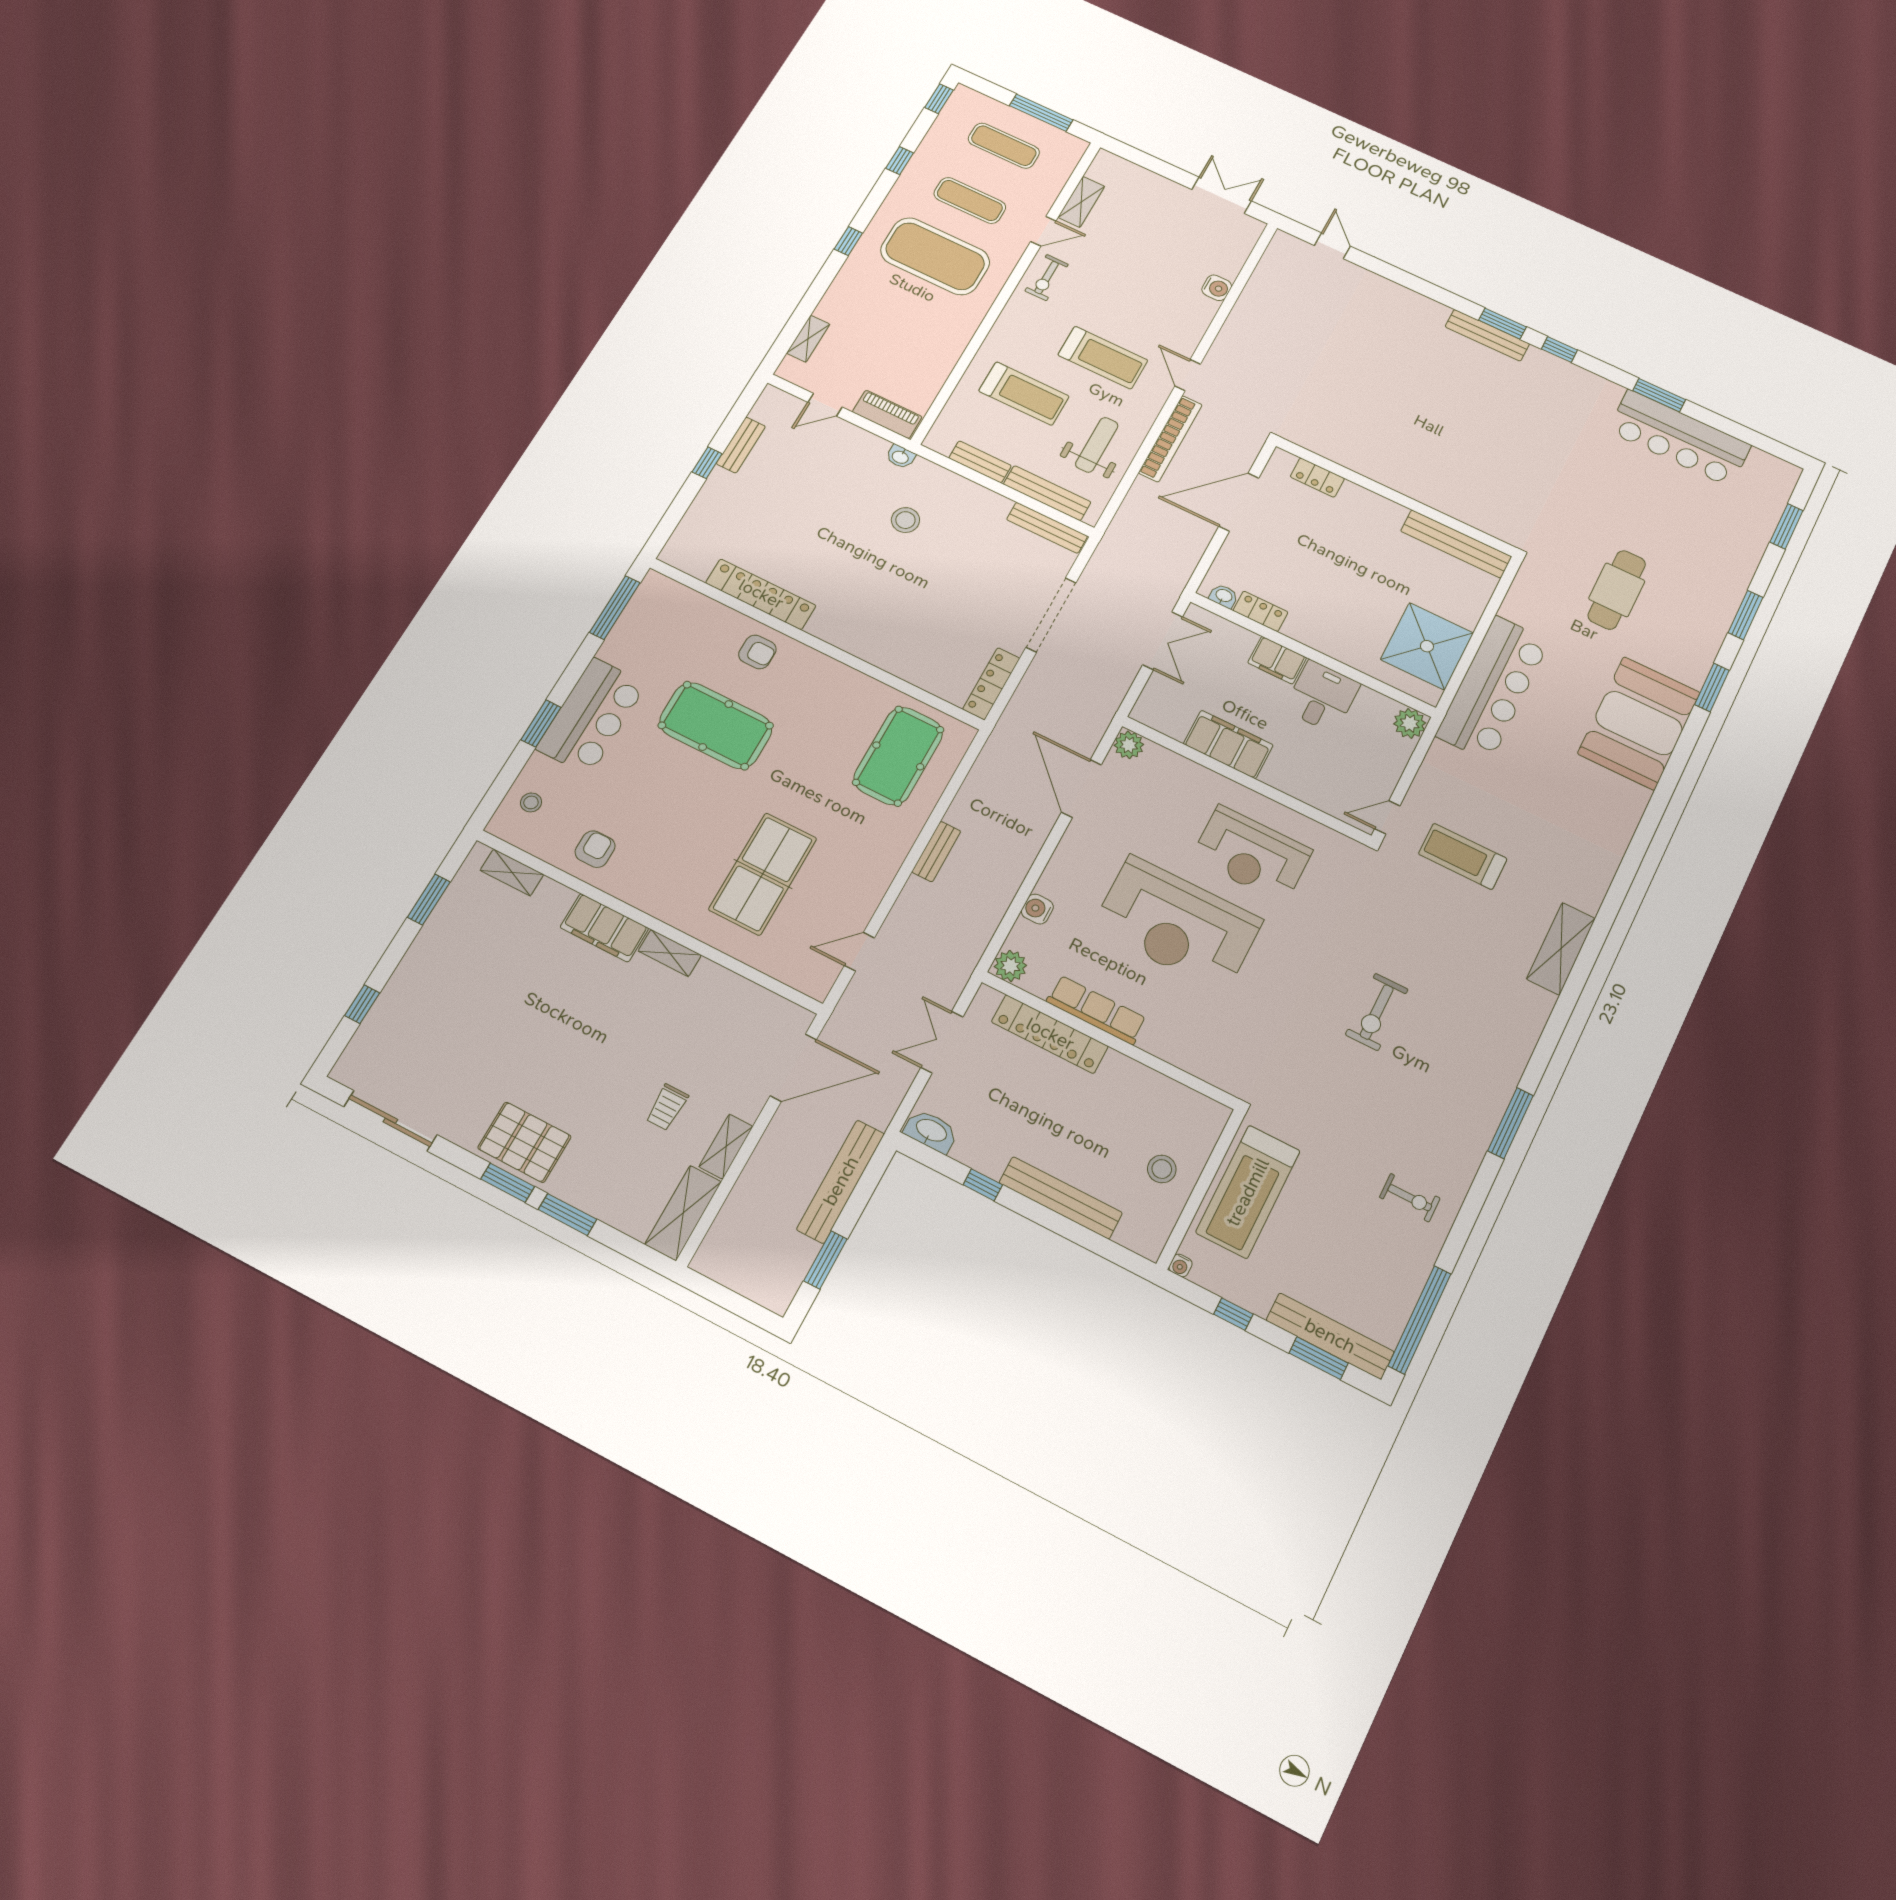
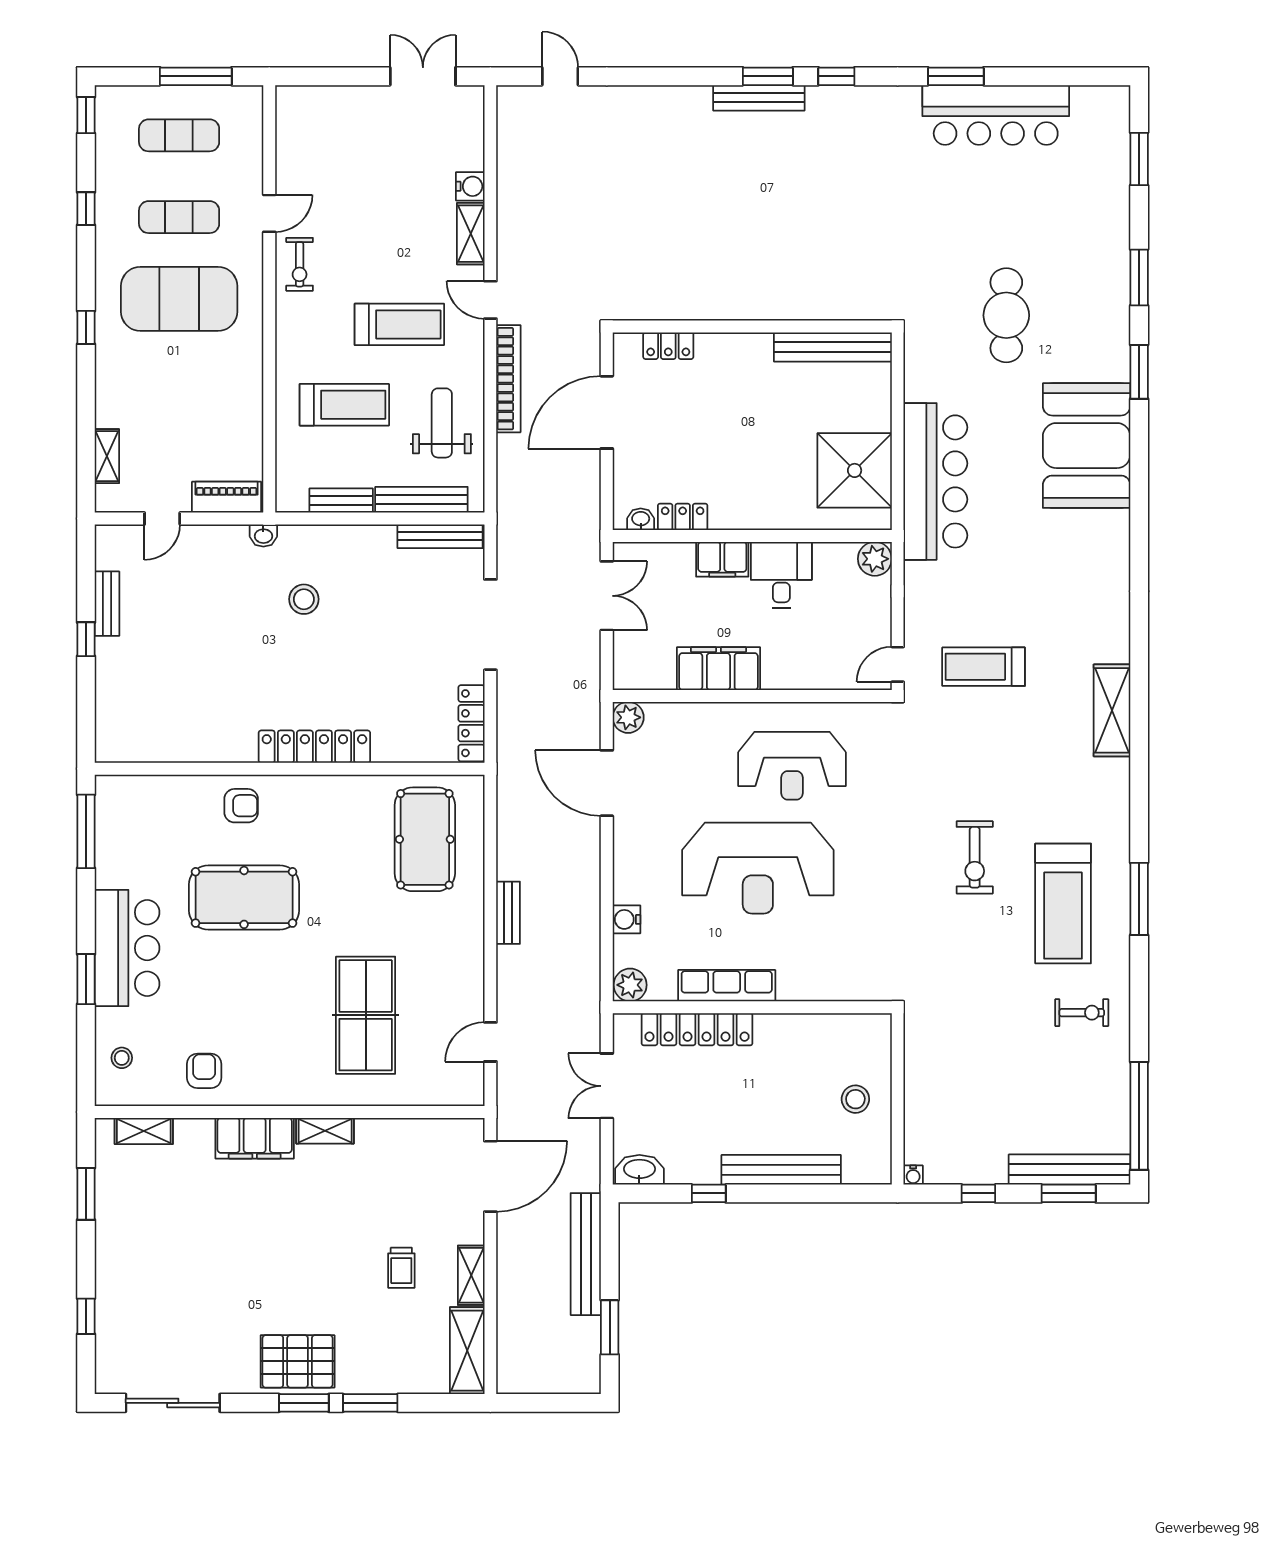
shelving: (1081, 202) -> (471, 234), moved
locker: (761, 594) -> (314, 747), moved
treadmill: (1248, 1192) -> (1063, 904), moved

